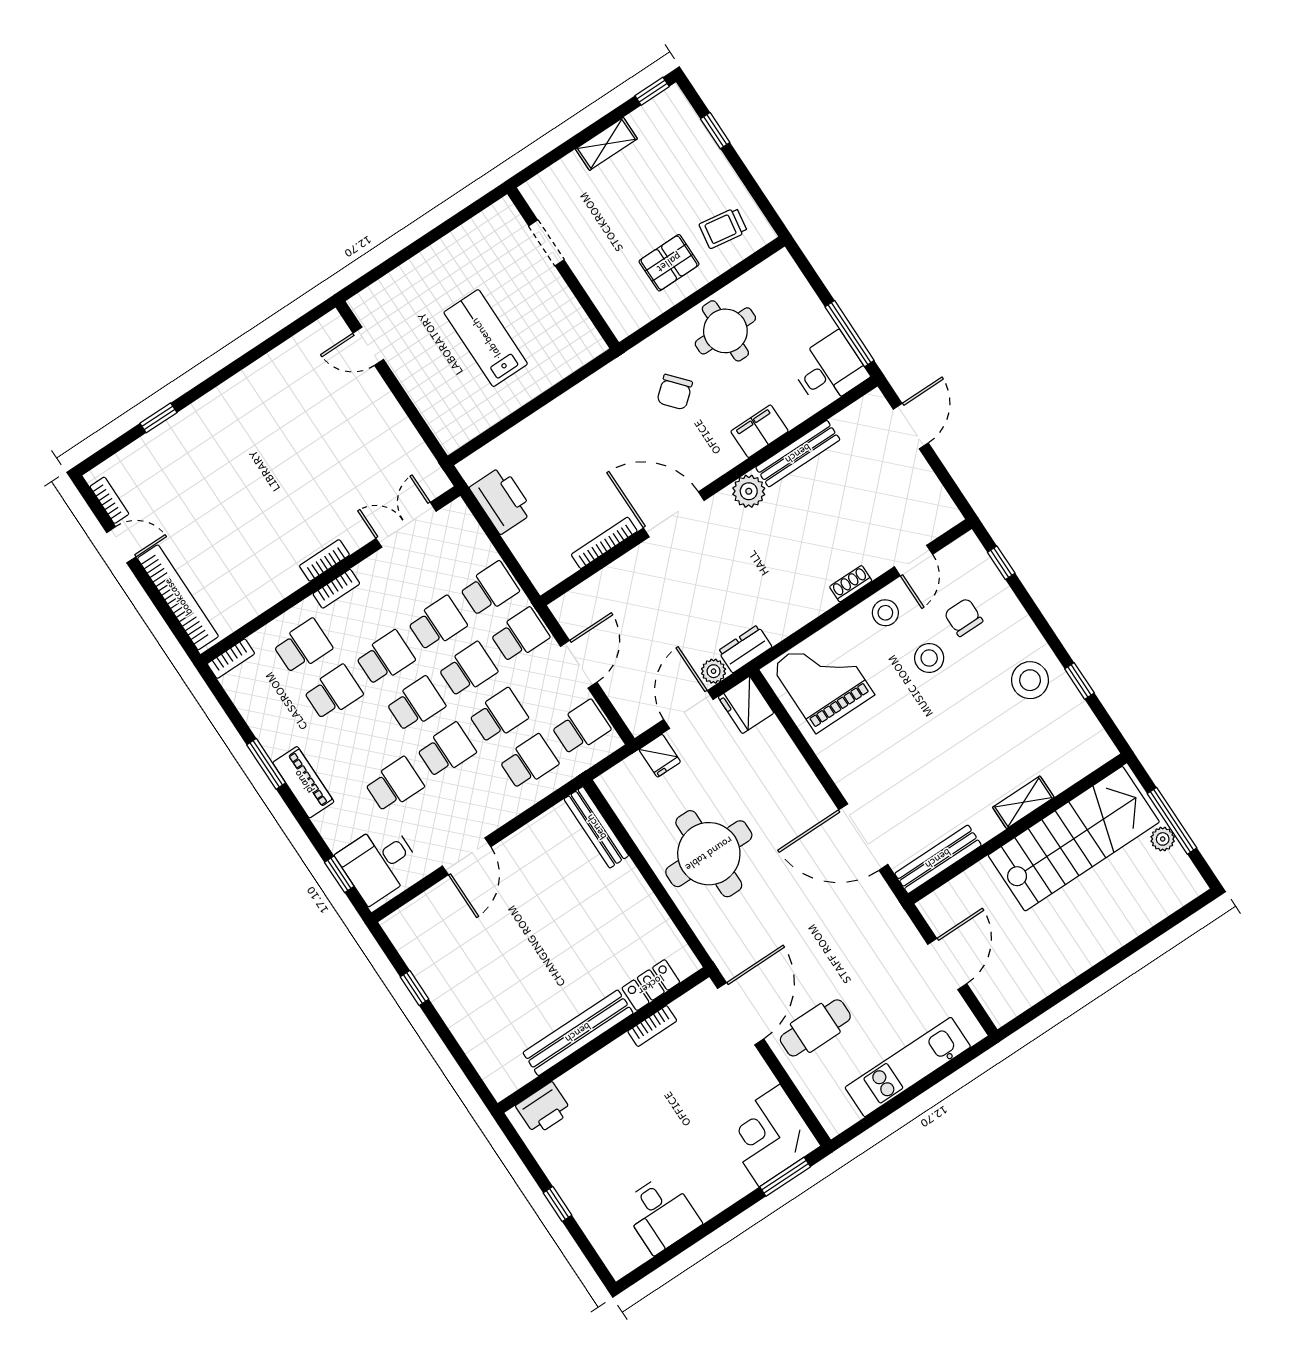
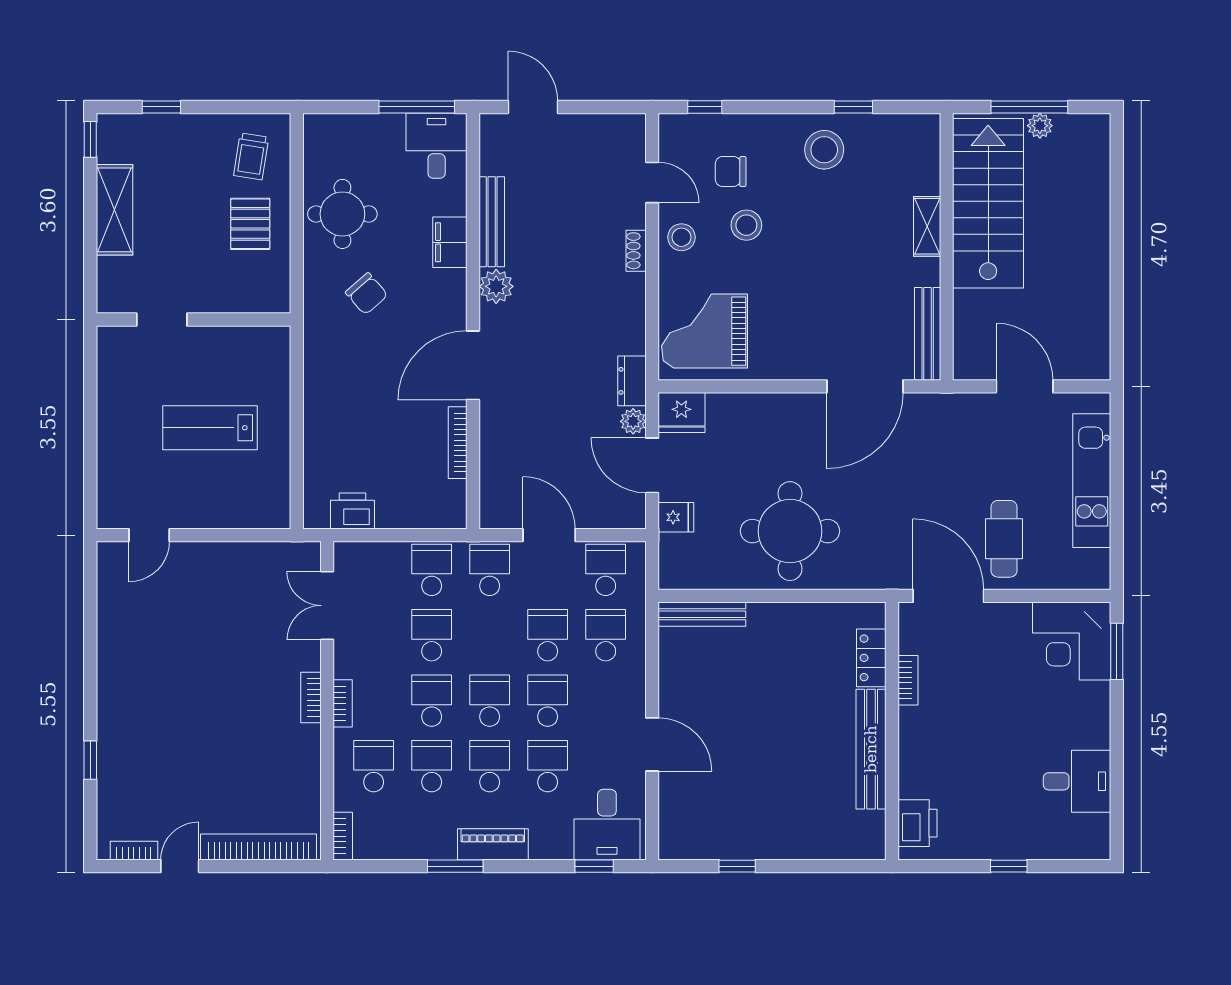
shelving: (606, 144) -> (115, 210), width x1.50, depth x1.33
printer: (502, 500) -> (353, 511), width x0.73, depth x0.84
school desk: (468, 670) -> (490, 766), moved

